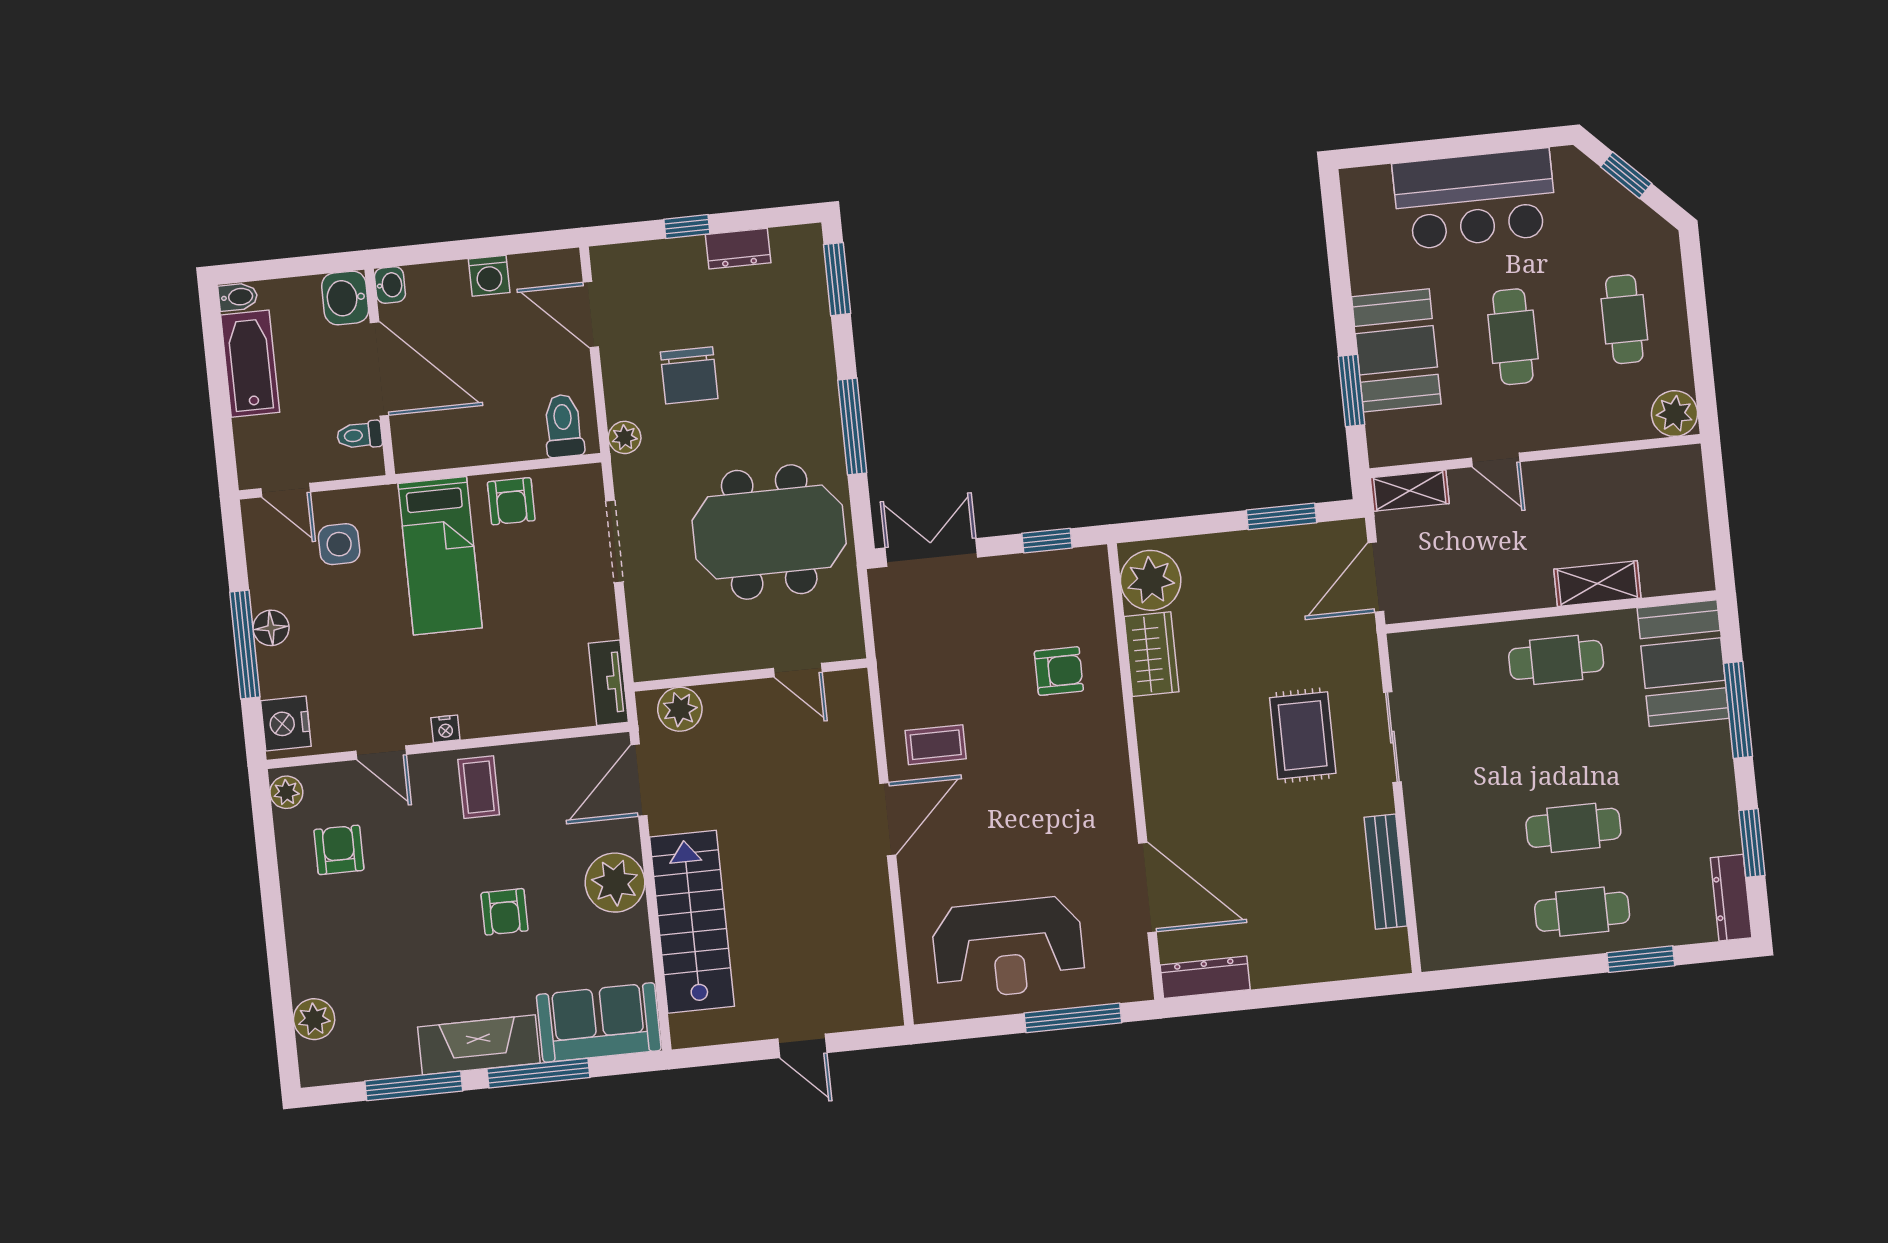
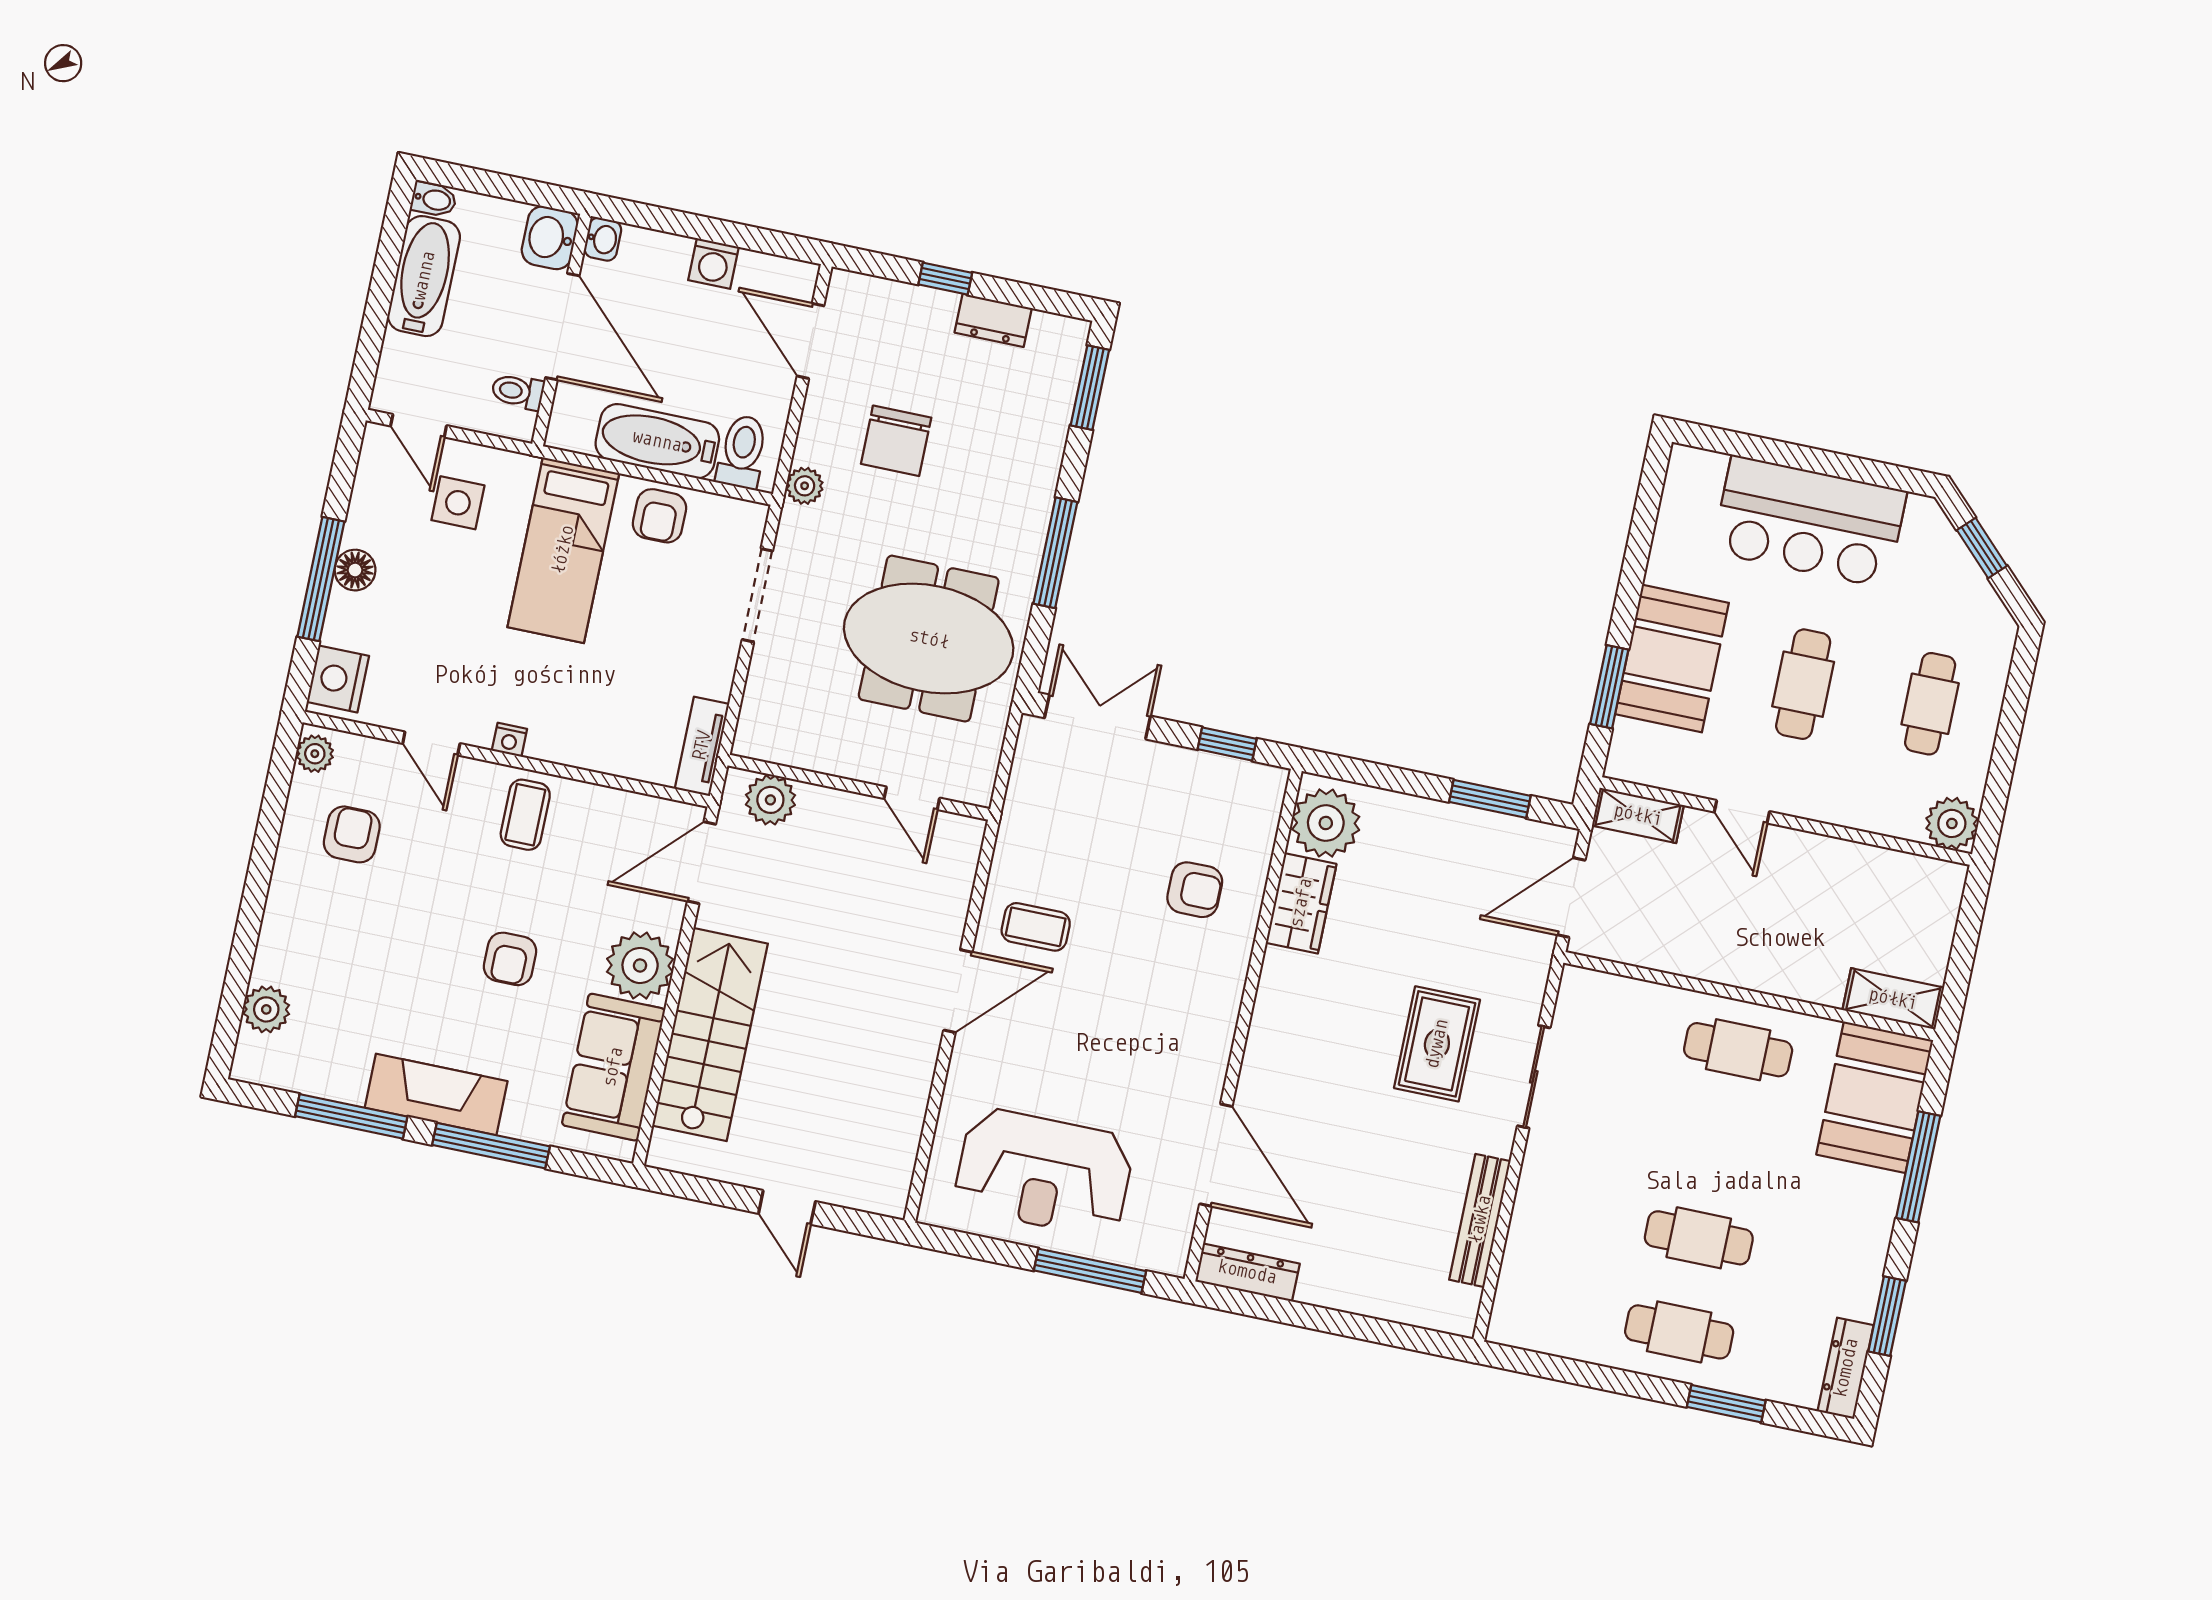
bathtub: (489, 439) -> (657, 441), added
shelving: (1597, 584) -> (1893, 999), moved
sofa: (599, 1023) -> (613, 1067), moved, turned -90

